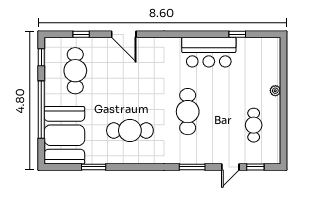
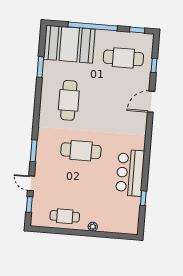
cafe table: (254, 125) -> (65, 216), moved

